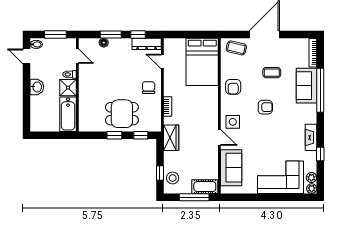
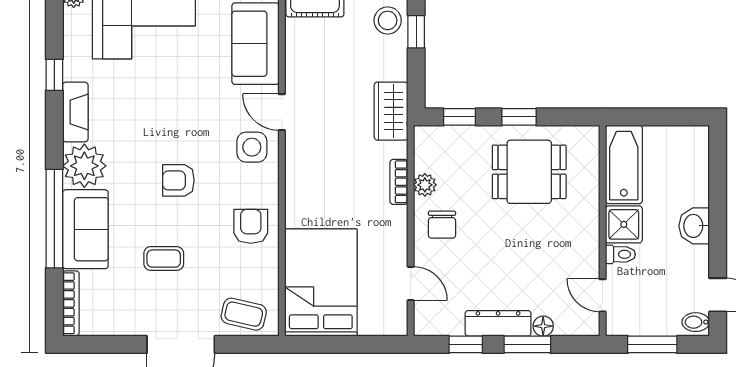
dresser: (147, 44) -> (498, 323), moved
plant: (156, 105) -> (425, 185), added
dining table: (122, 114) -> (529, 172), moved
plant: (311, 178) -> (84, 166), moved, width x1.87, depth x1.87

